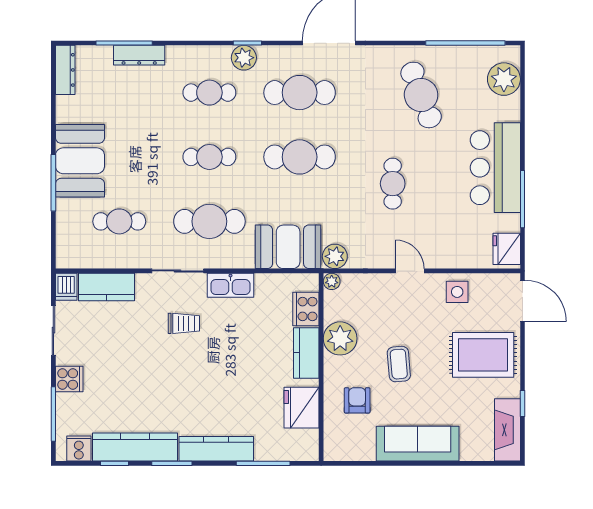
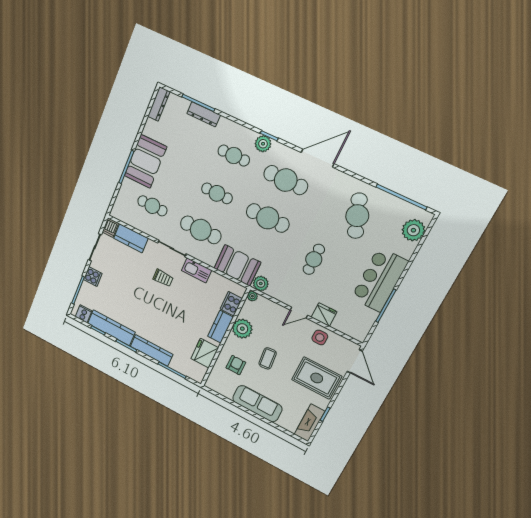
fridge: (507, 249) -> (324, 314), moved, turned 90
door: (410, 271) -> (299, 313), swing flipped

